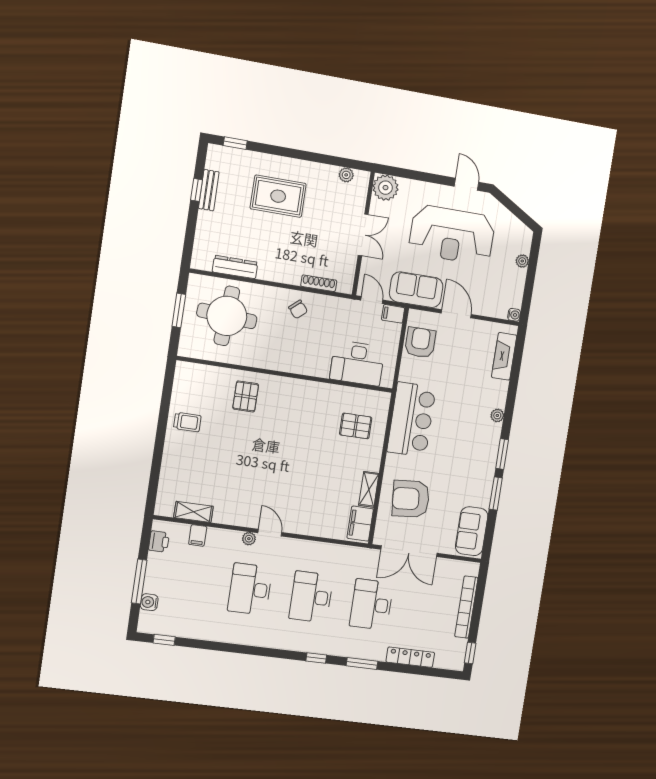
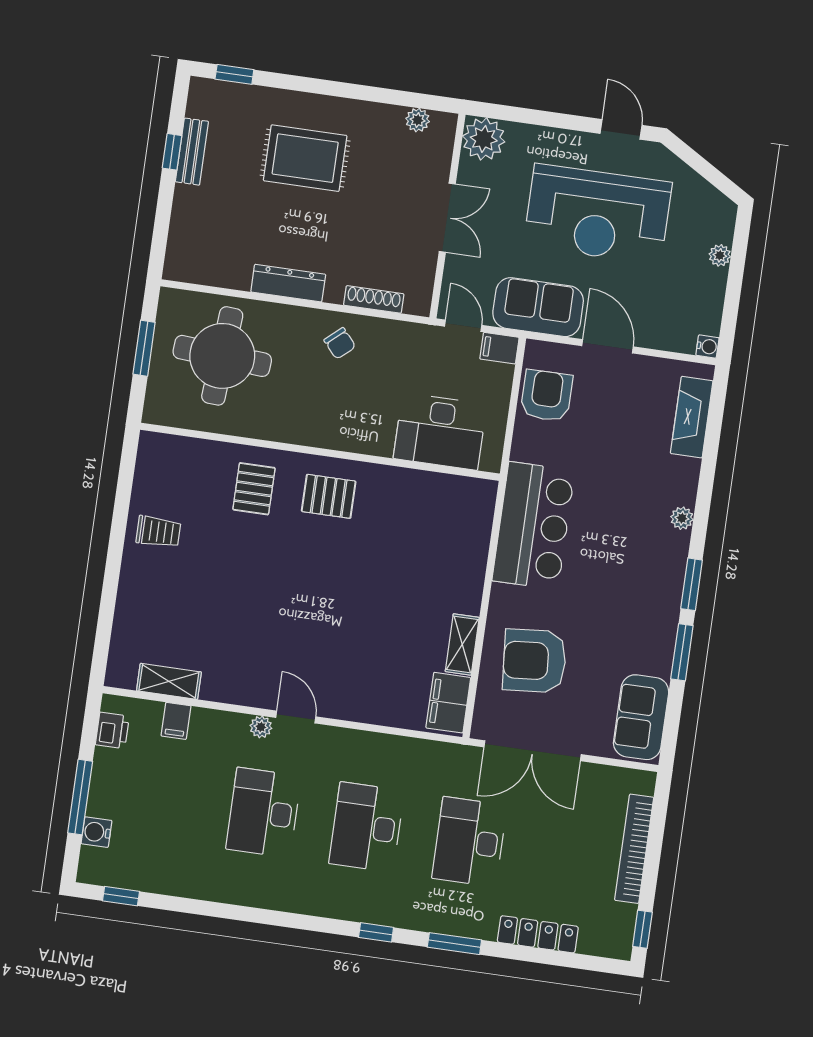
dresser: (235, 267) -> (288, 283), moved
pallet: (356, 426) -> (329, 496), moved

